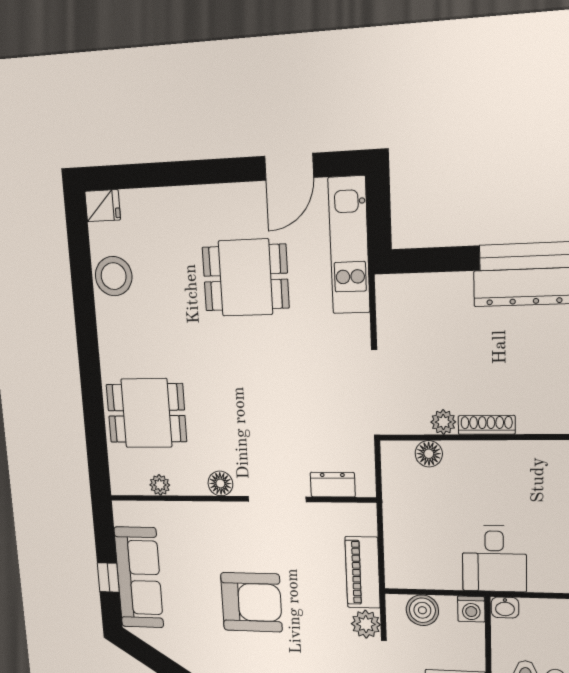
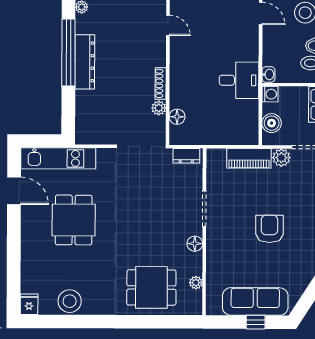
dining table: (146, 413) -> (151, 287), turned 90
dresser: (333, 485) -> (186, 156), moved, turned -90
armchair: (252, 602) -> (269, 229), width x0.73, depth x0.73

